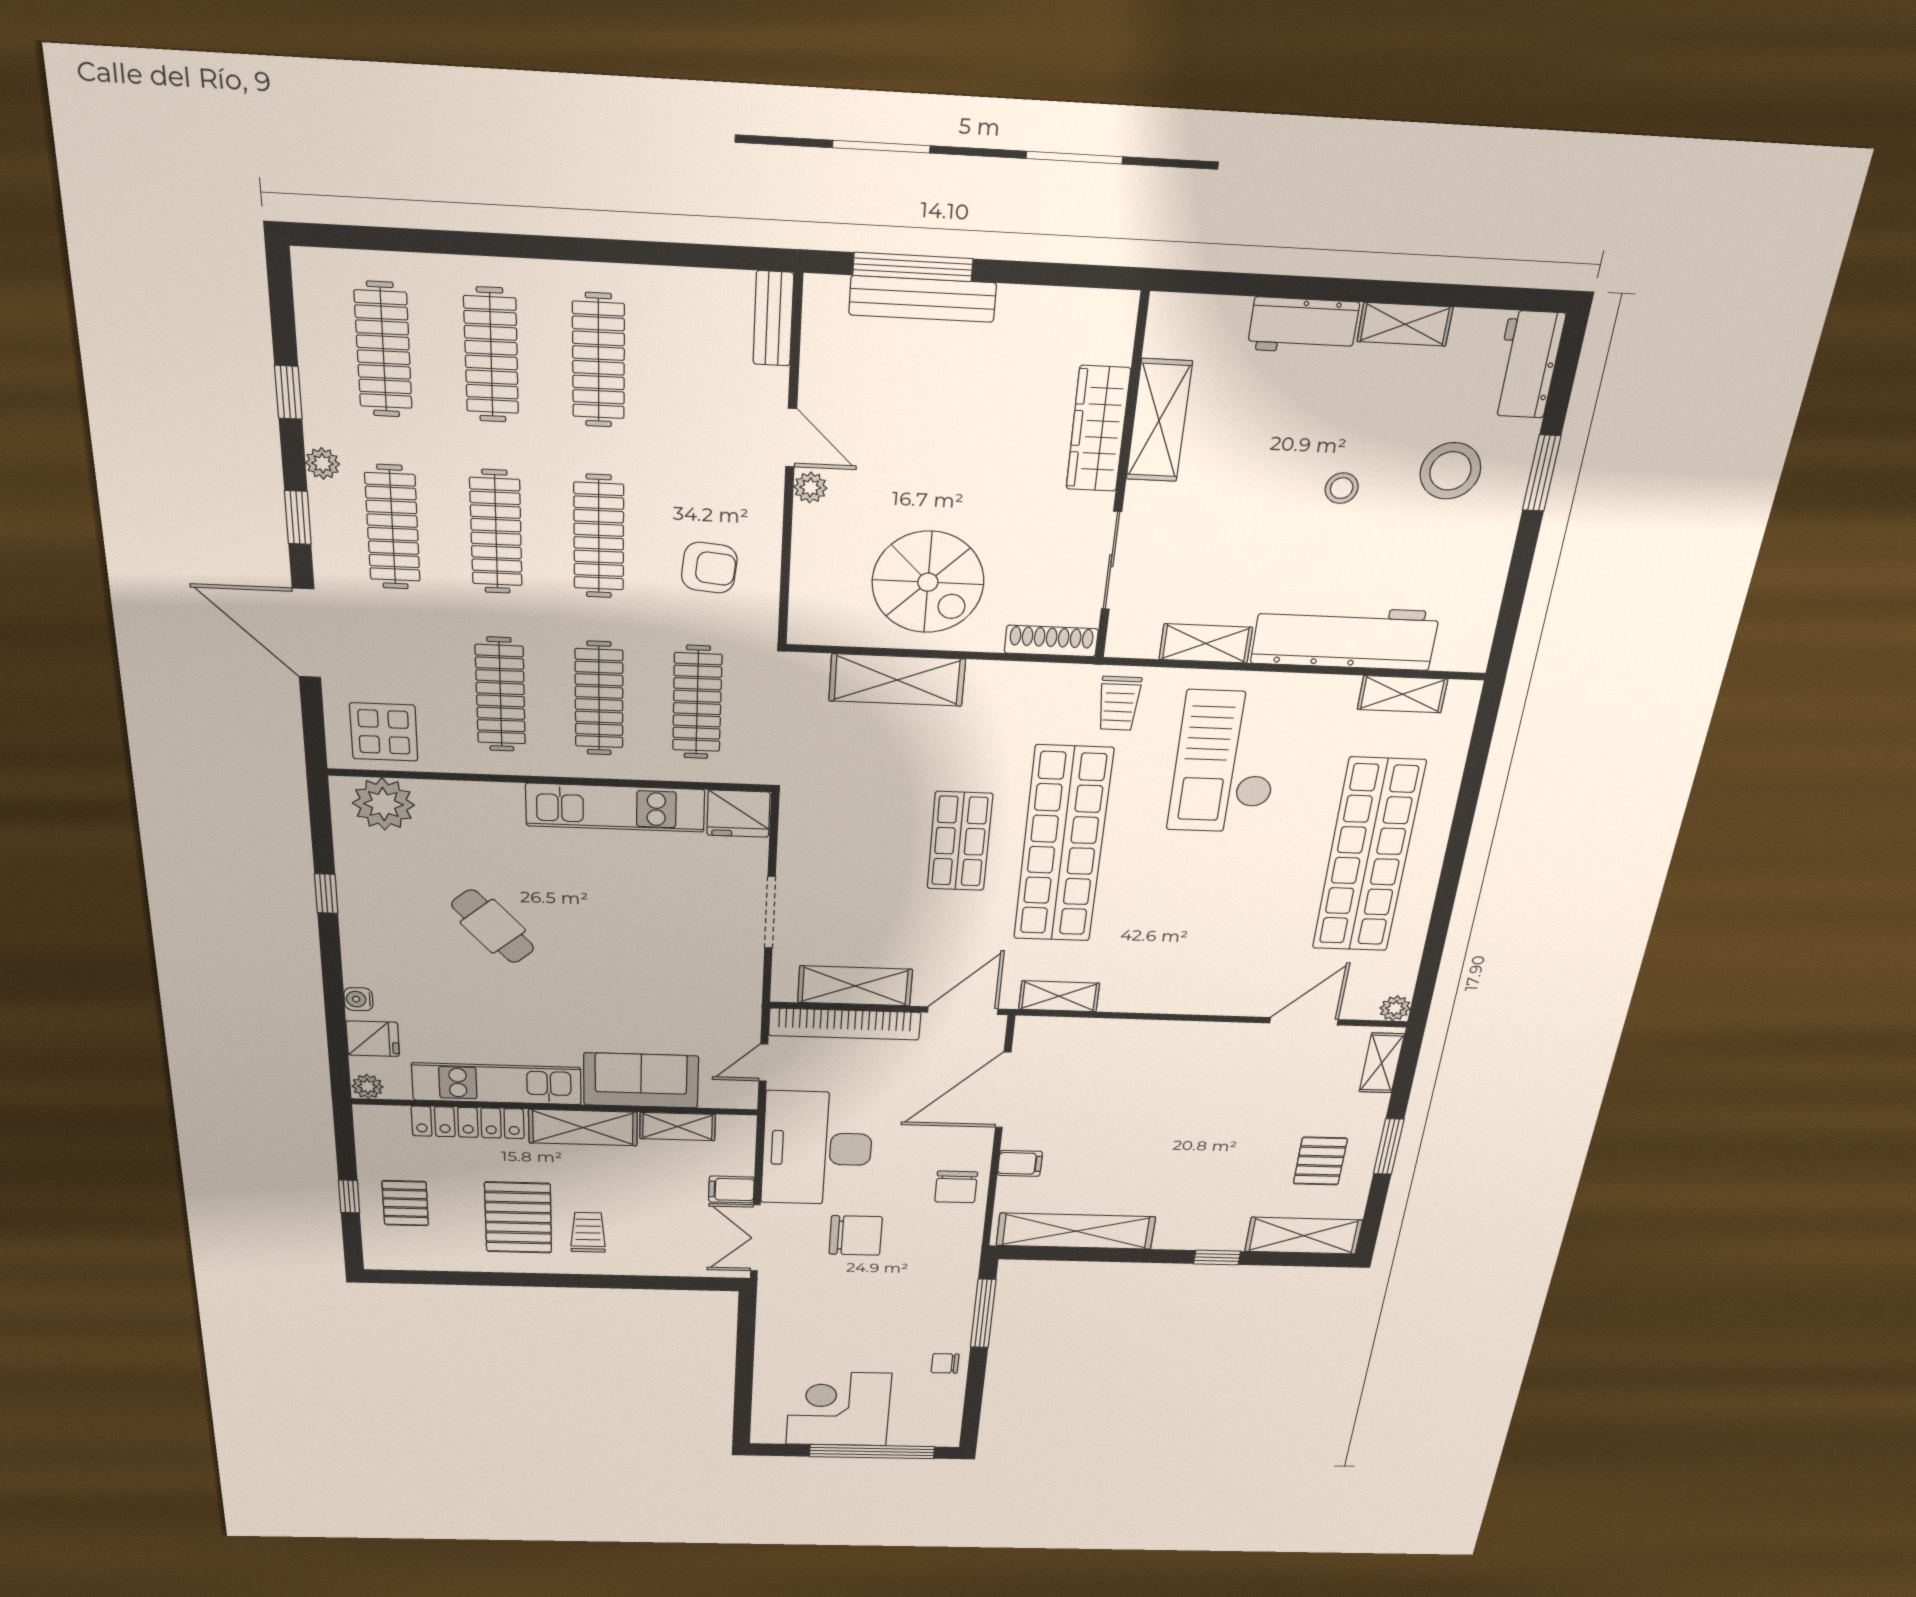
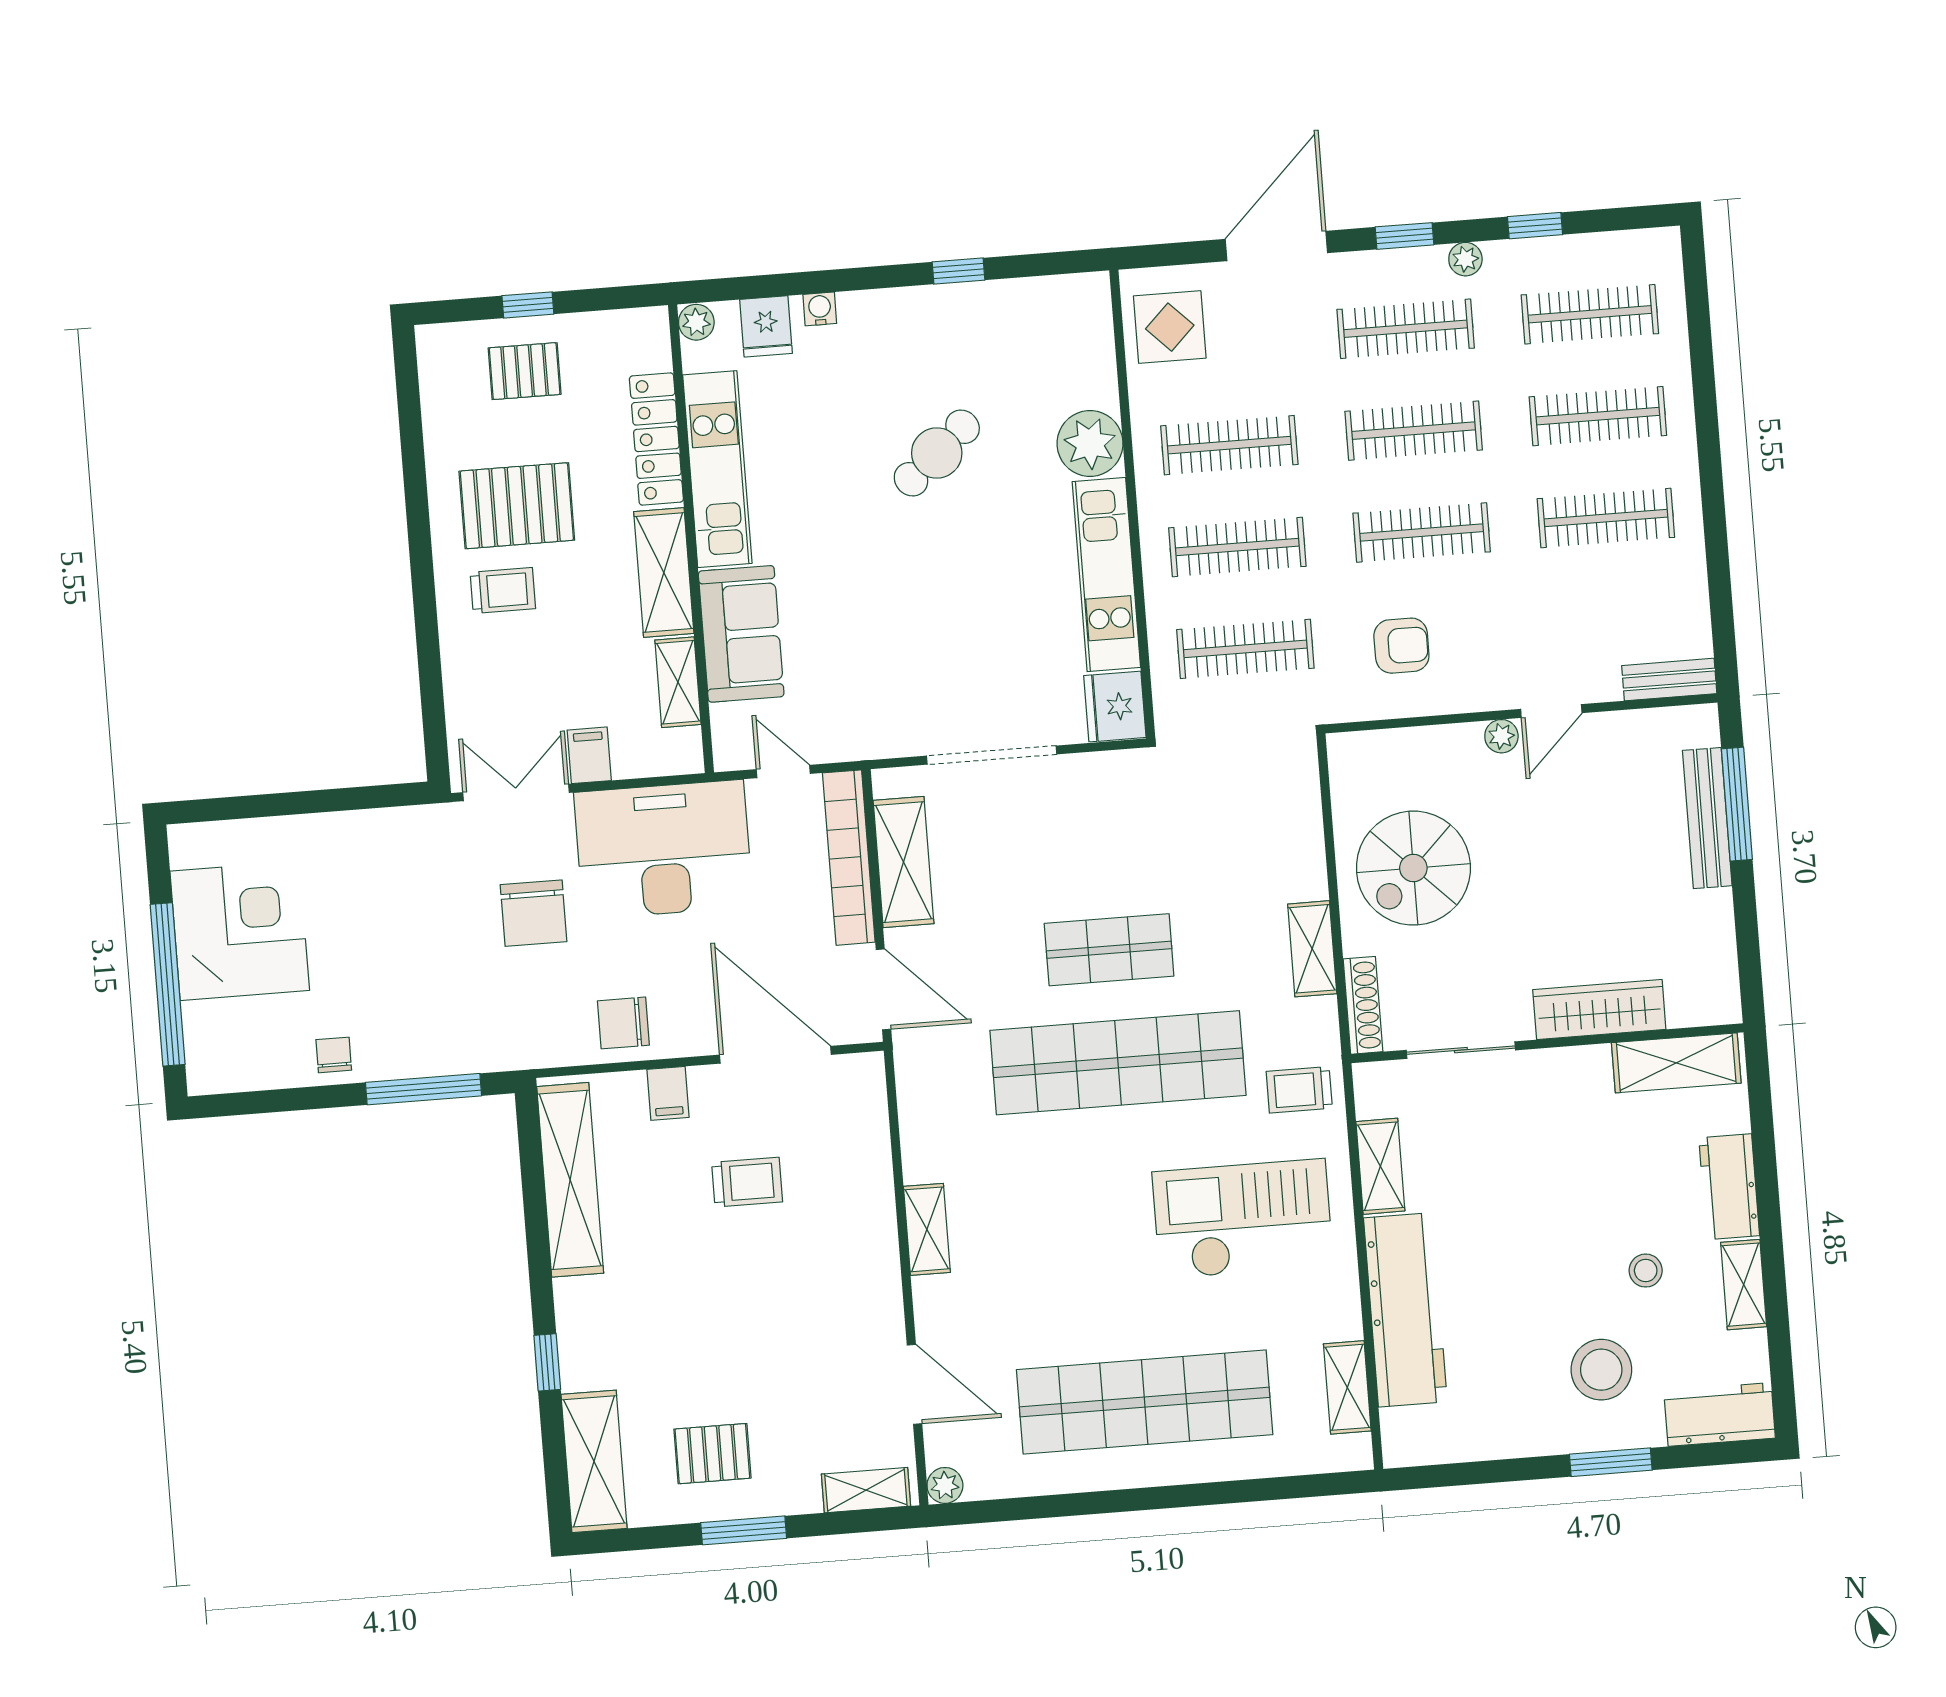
shelving: (1159, 421) -> (1676, 1063), moved
stool: (1342, 488) -> (1646, 1271), moved
armchair: (709, 568) -> (1401, 646), turned -96
shelving: (897, 680) -> (1312, 949), moved, width x0.67, depth x0.75
plant: (383, 804) -> (1090, 444), moved
doorway: (770, 912) -> (992, 755), width x1.36
shelving: (1059, 996) -> (927, 1229), moved
trolley: (1105, 1119) -> (747, 1182), added

